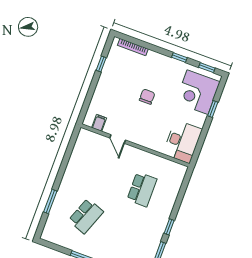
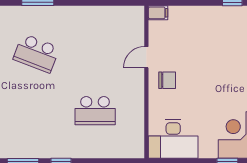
chair: (147, 97) -> (167, 80), moved
filing cabinet: (99, 123) -> (158, 13), moved

